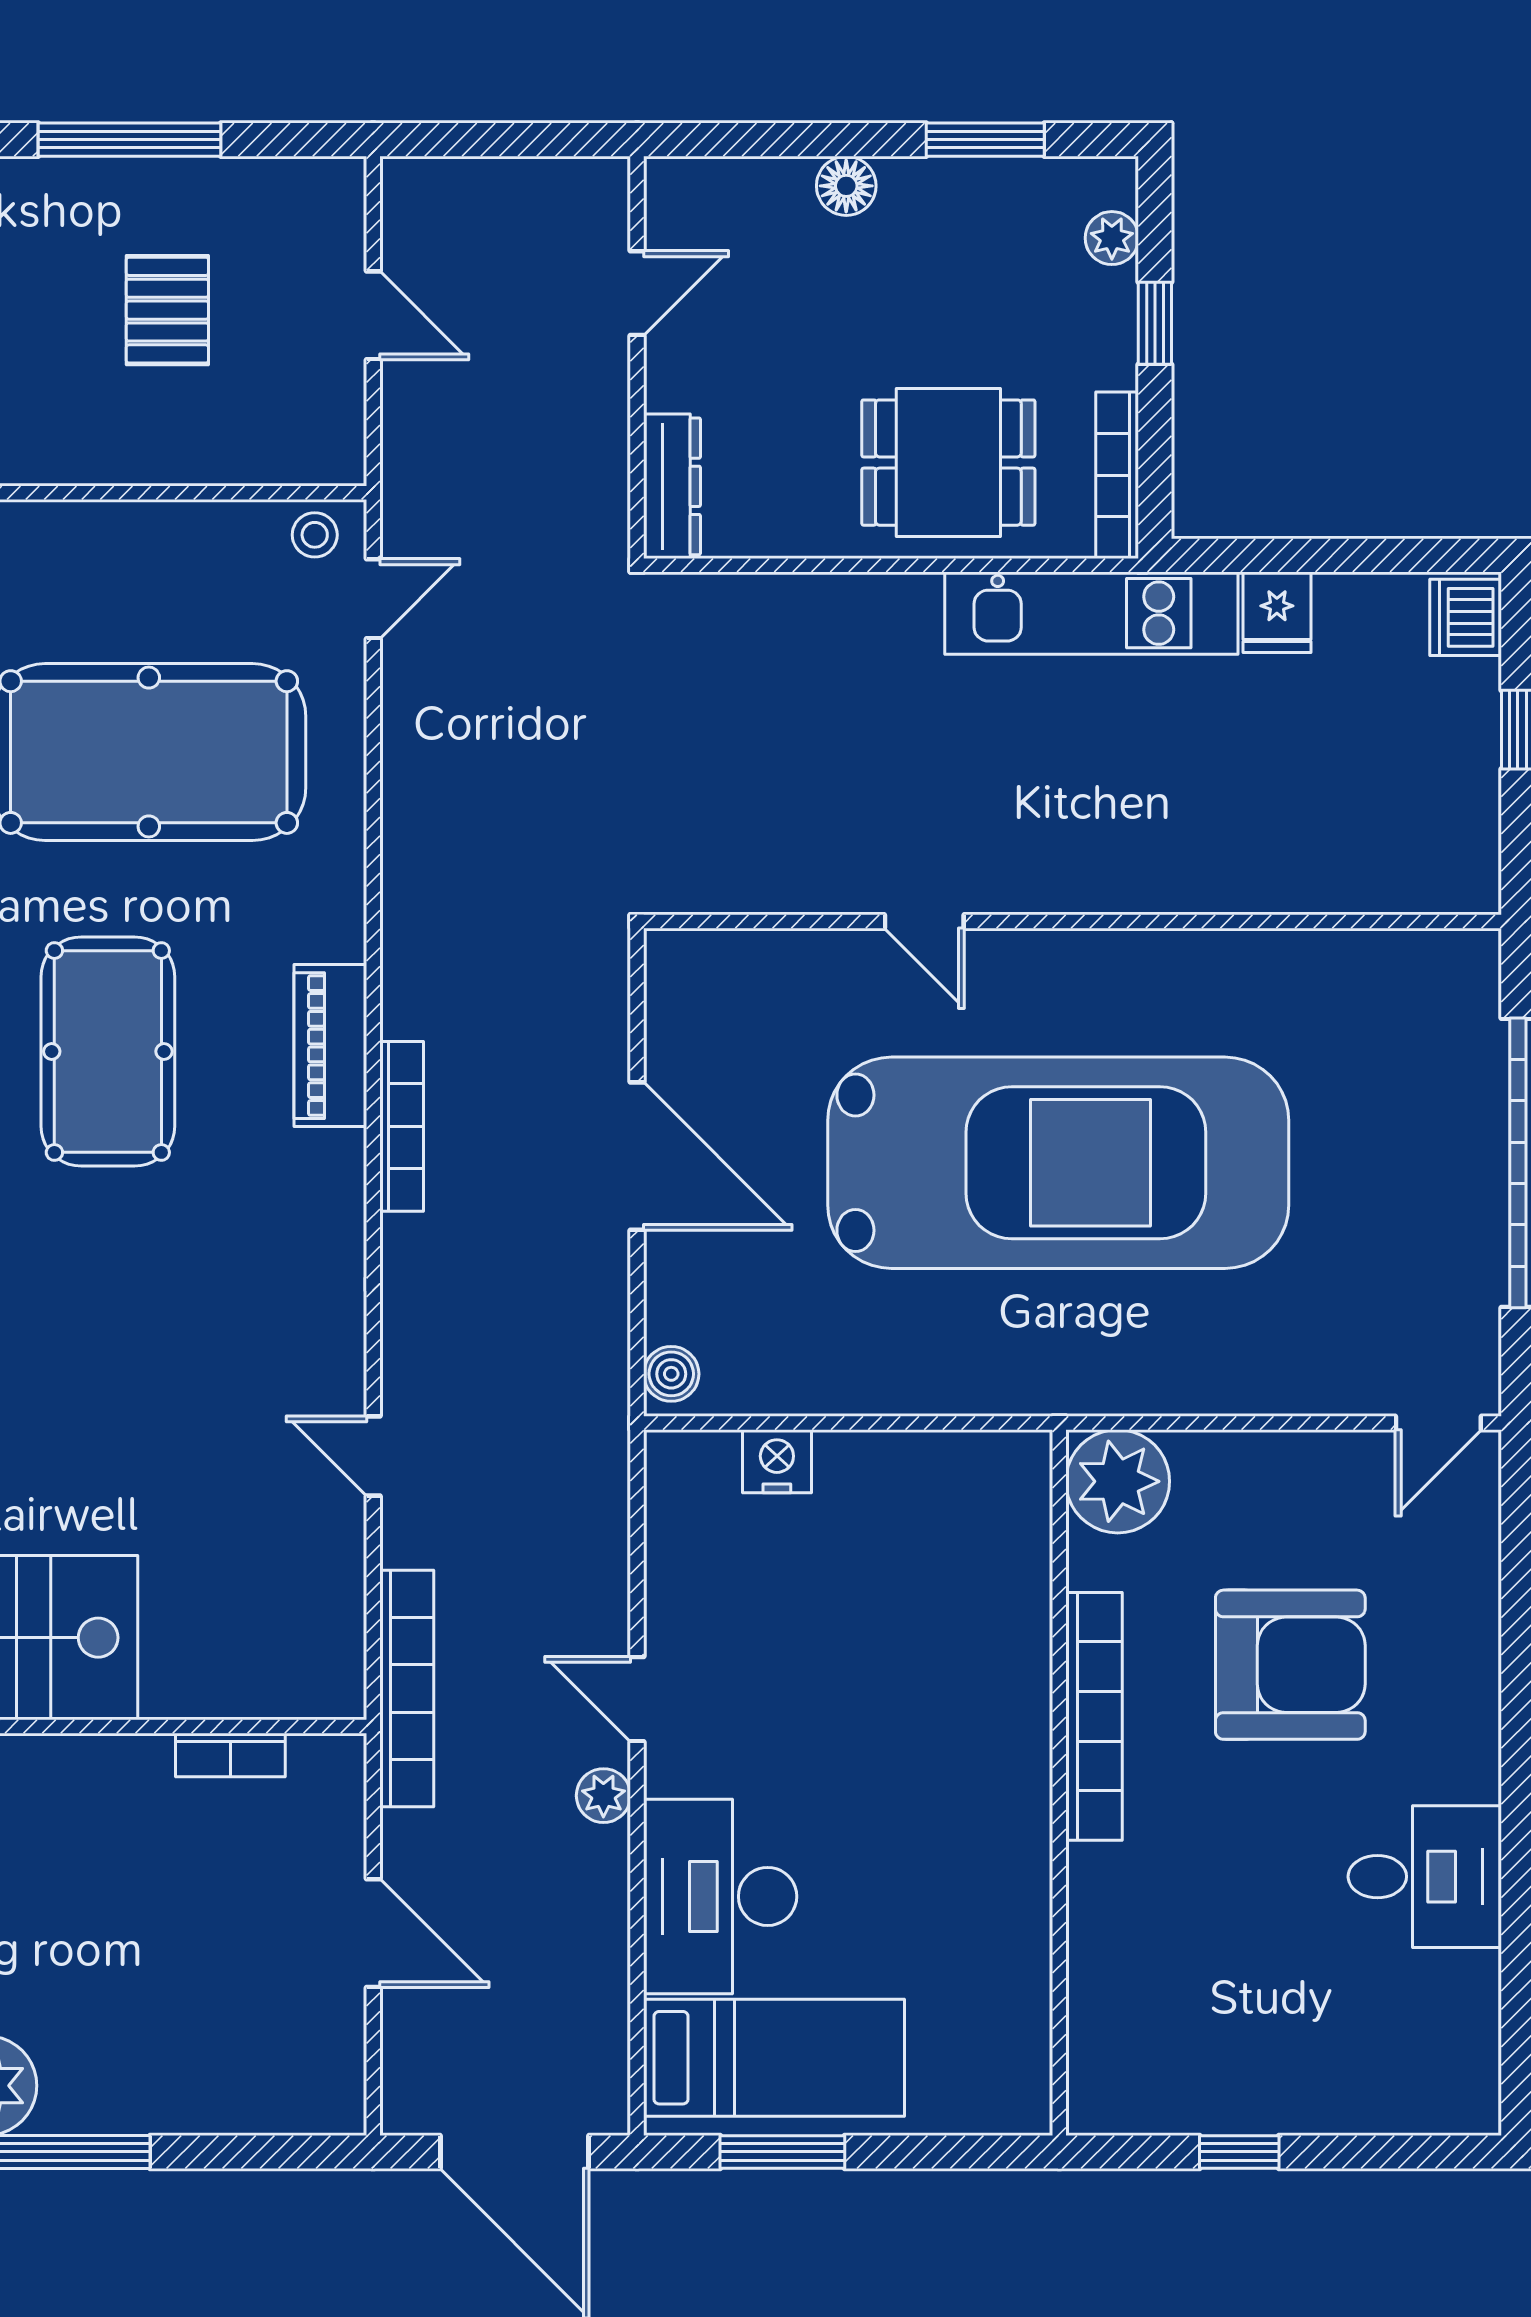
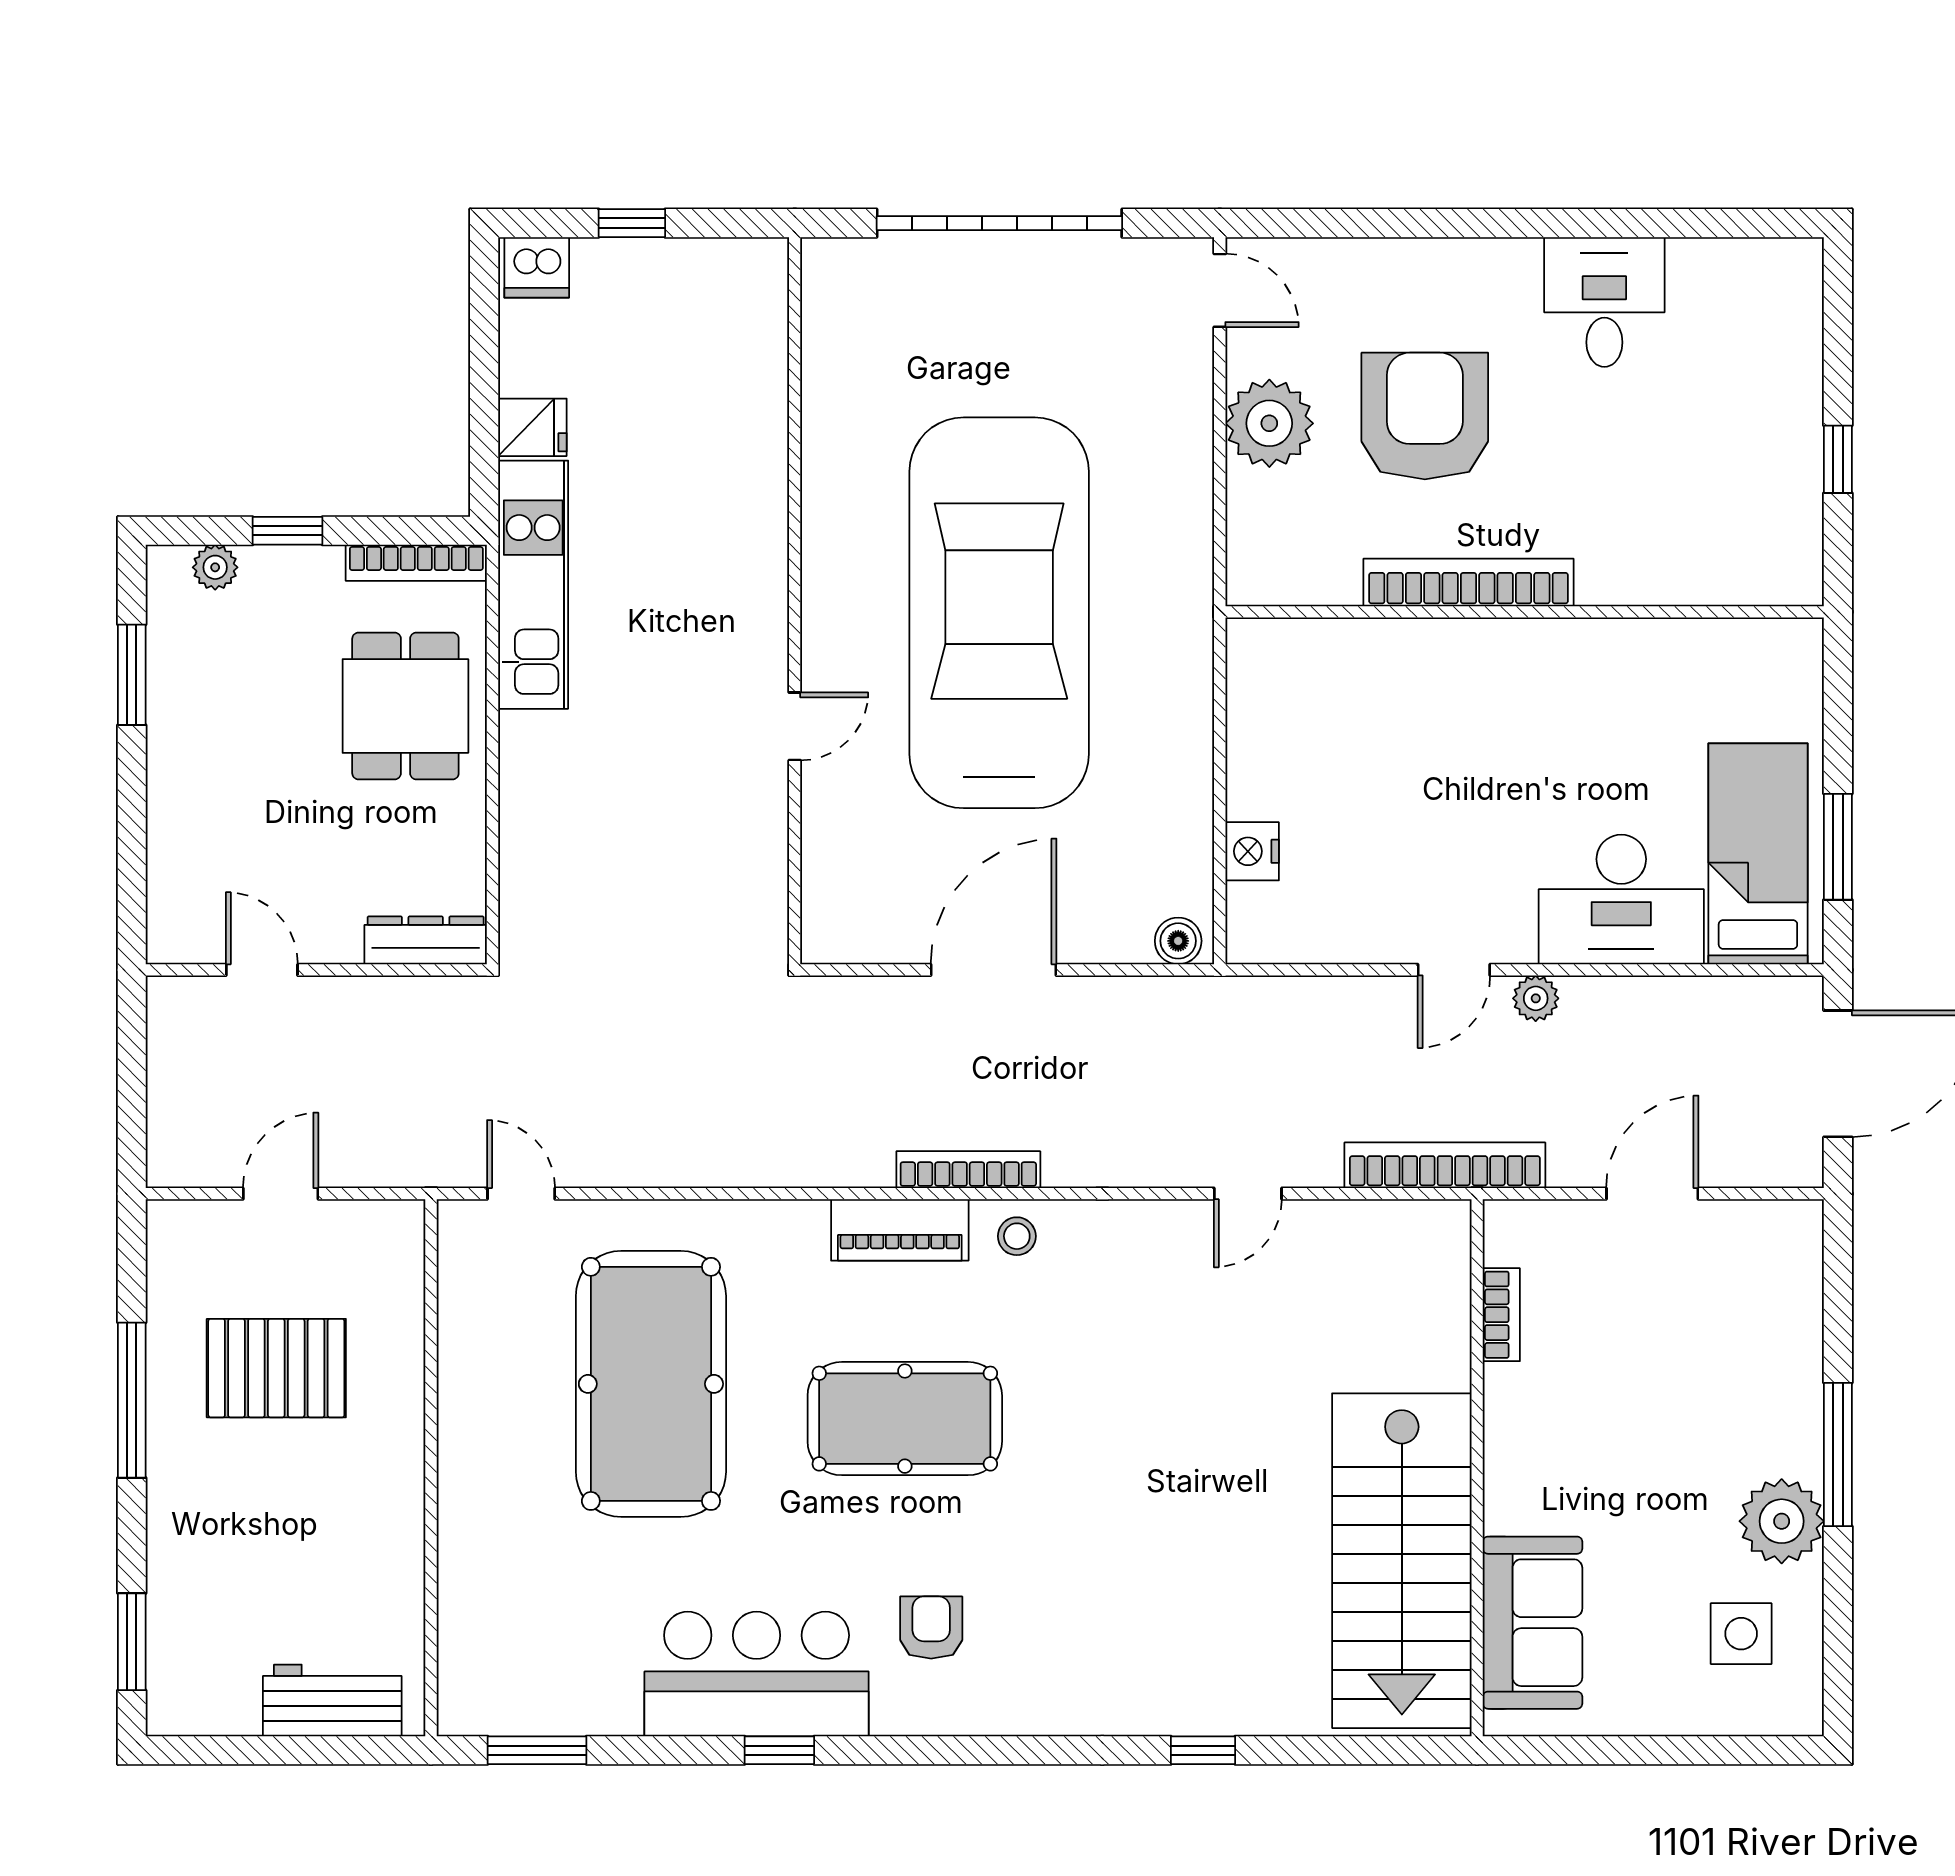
floor lamp: (846, 186) -> (171, 793), removed
pallet: (167, 310) -> (276, 1368), width x1.50, depth x1.42
stool: (315, 535) -> (1017, 1236), moved
plant: (1118, 1481) -> (1269, 423), moved

